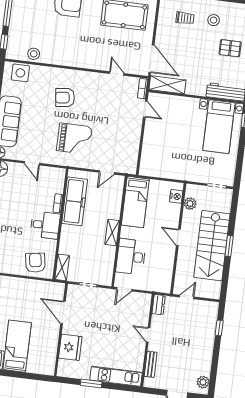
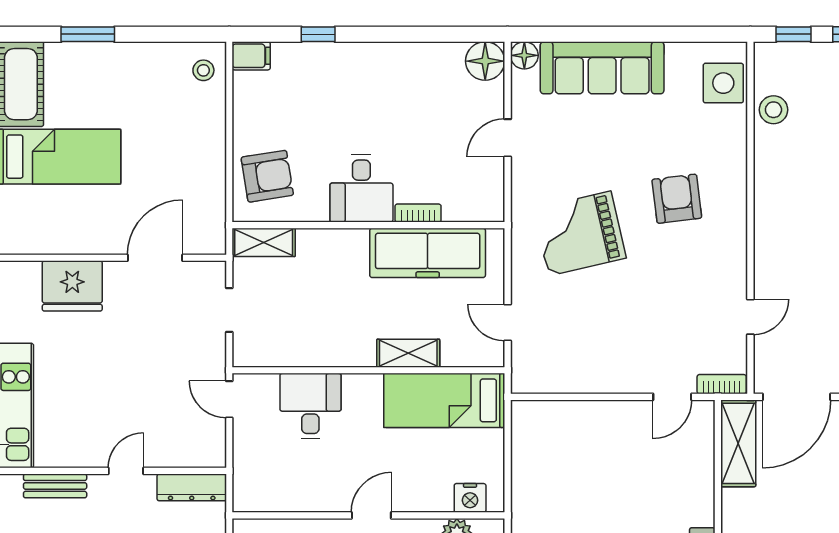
grand piano: (74, 139) -> (580, 233), turned 77
shelving: (112, 233) -> (408, 353), moved
desk: (131, 257) -> (310, 406), width x0.73
dresser: (159, 305) -> (192, 487), width x1.44

